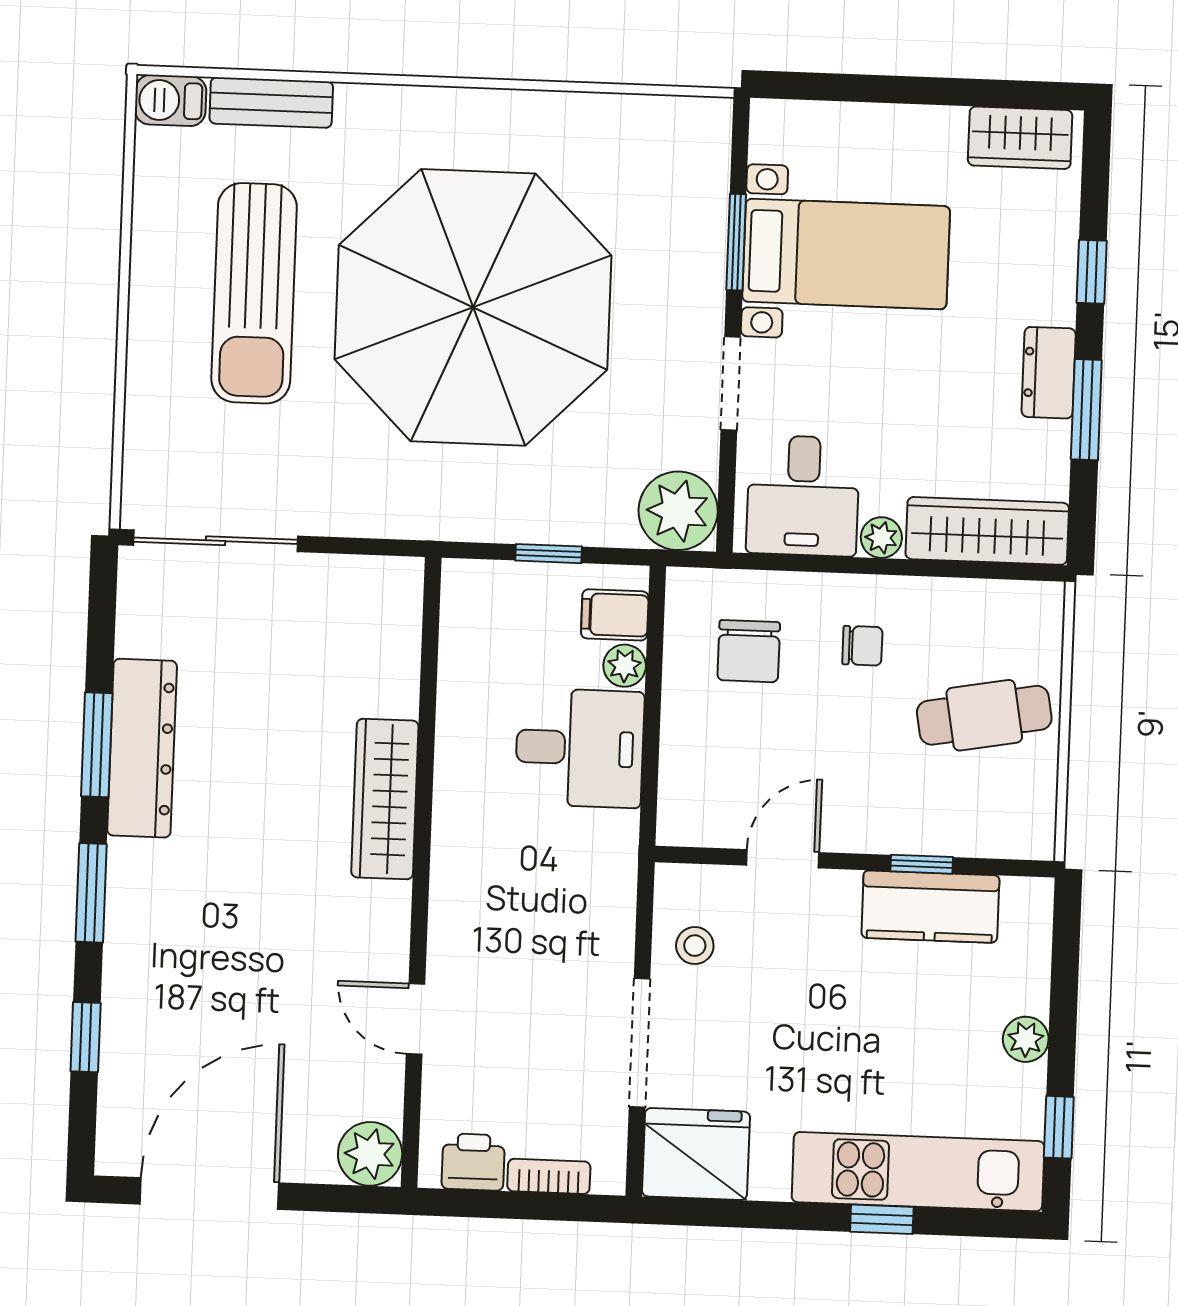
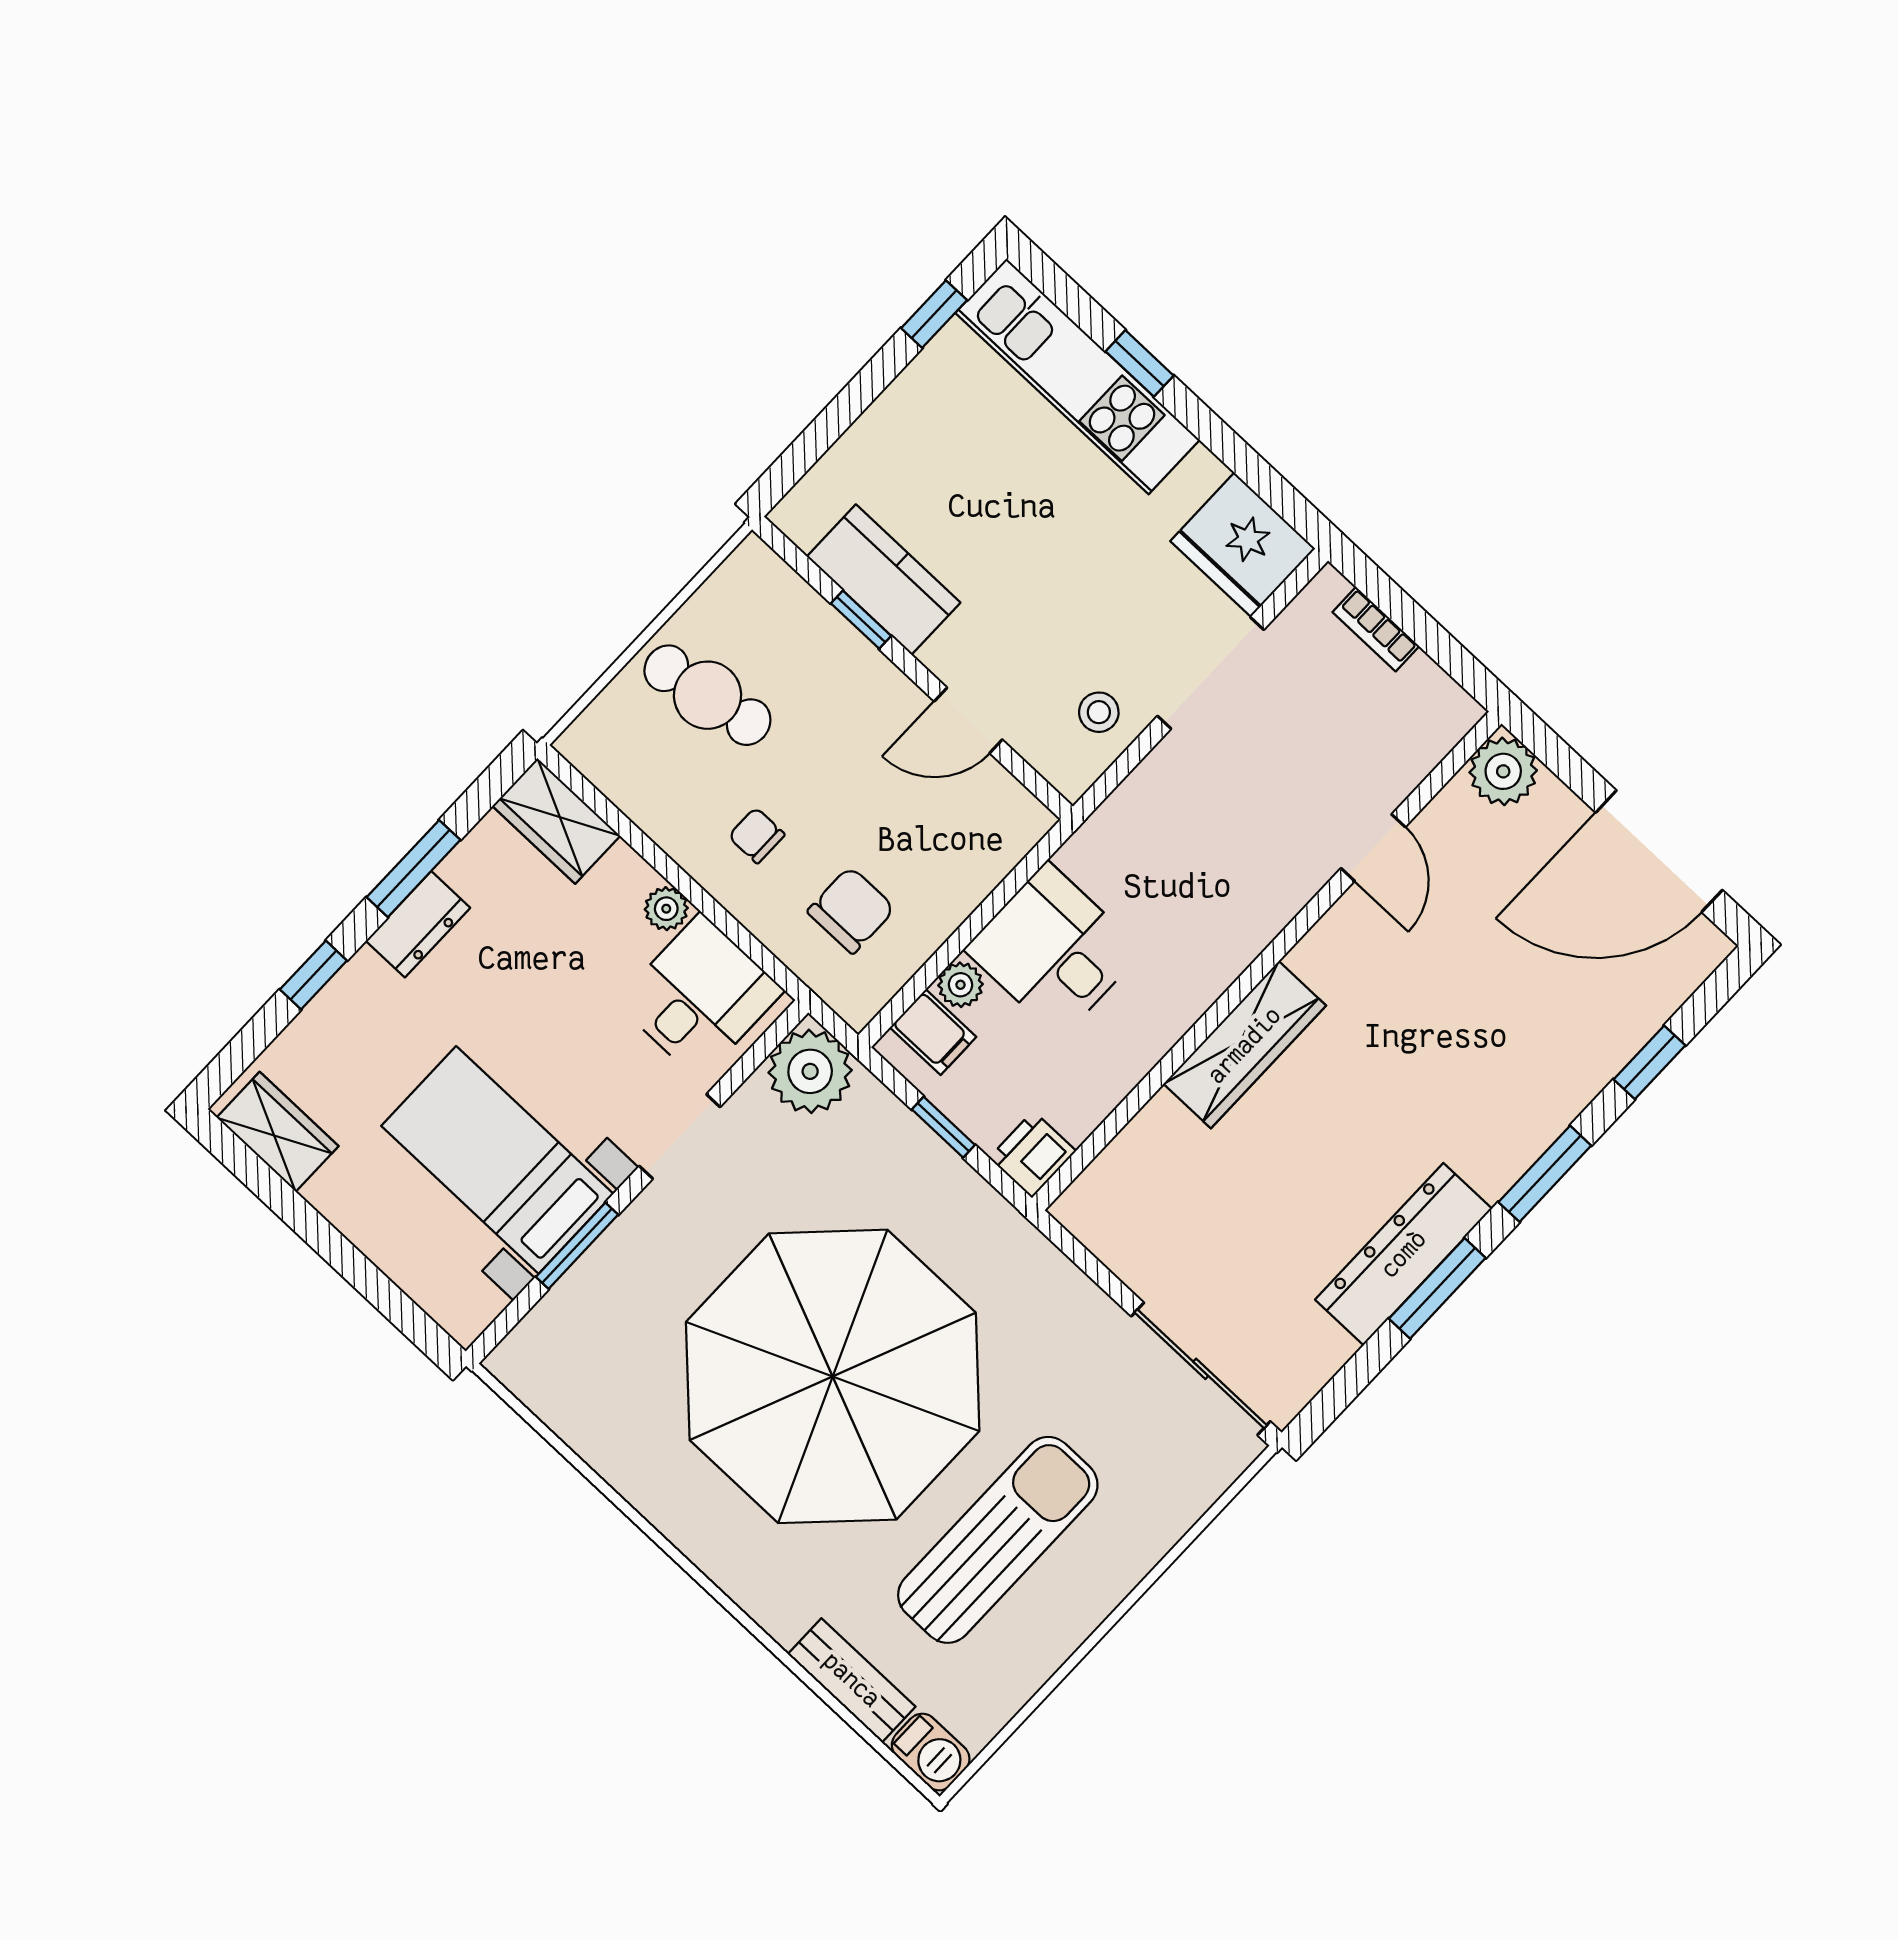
wardrobe: (987, 531) -> (556, 821), width x0.67
plant: (1026, 1039) -> (899, 407), removed
printer: (473, 1162) -> (1033, 1154), moved, turned 90

